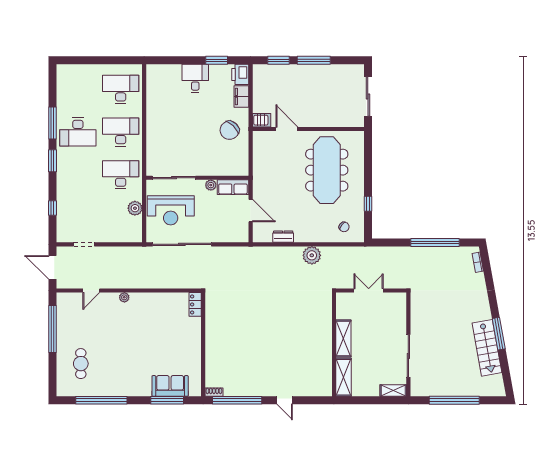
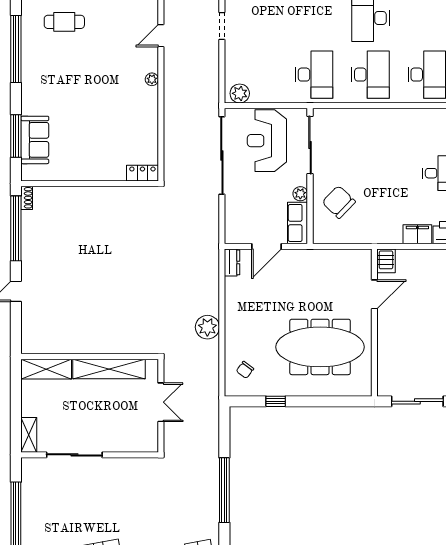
chair: (229, 130) -> (339, 202), moved
plant: (135, 208) -> (240, 93), moved
dresser: (283, 237) -> (232, 262), moved
door: (91, 291) -> (161, 36), hinge flipped
shelving: (343, 339) -> (109, 369), width x1.47

